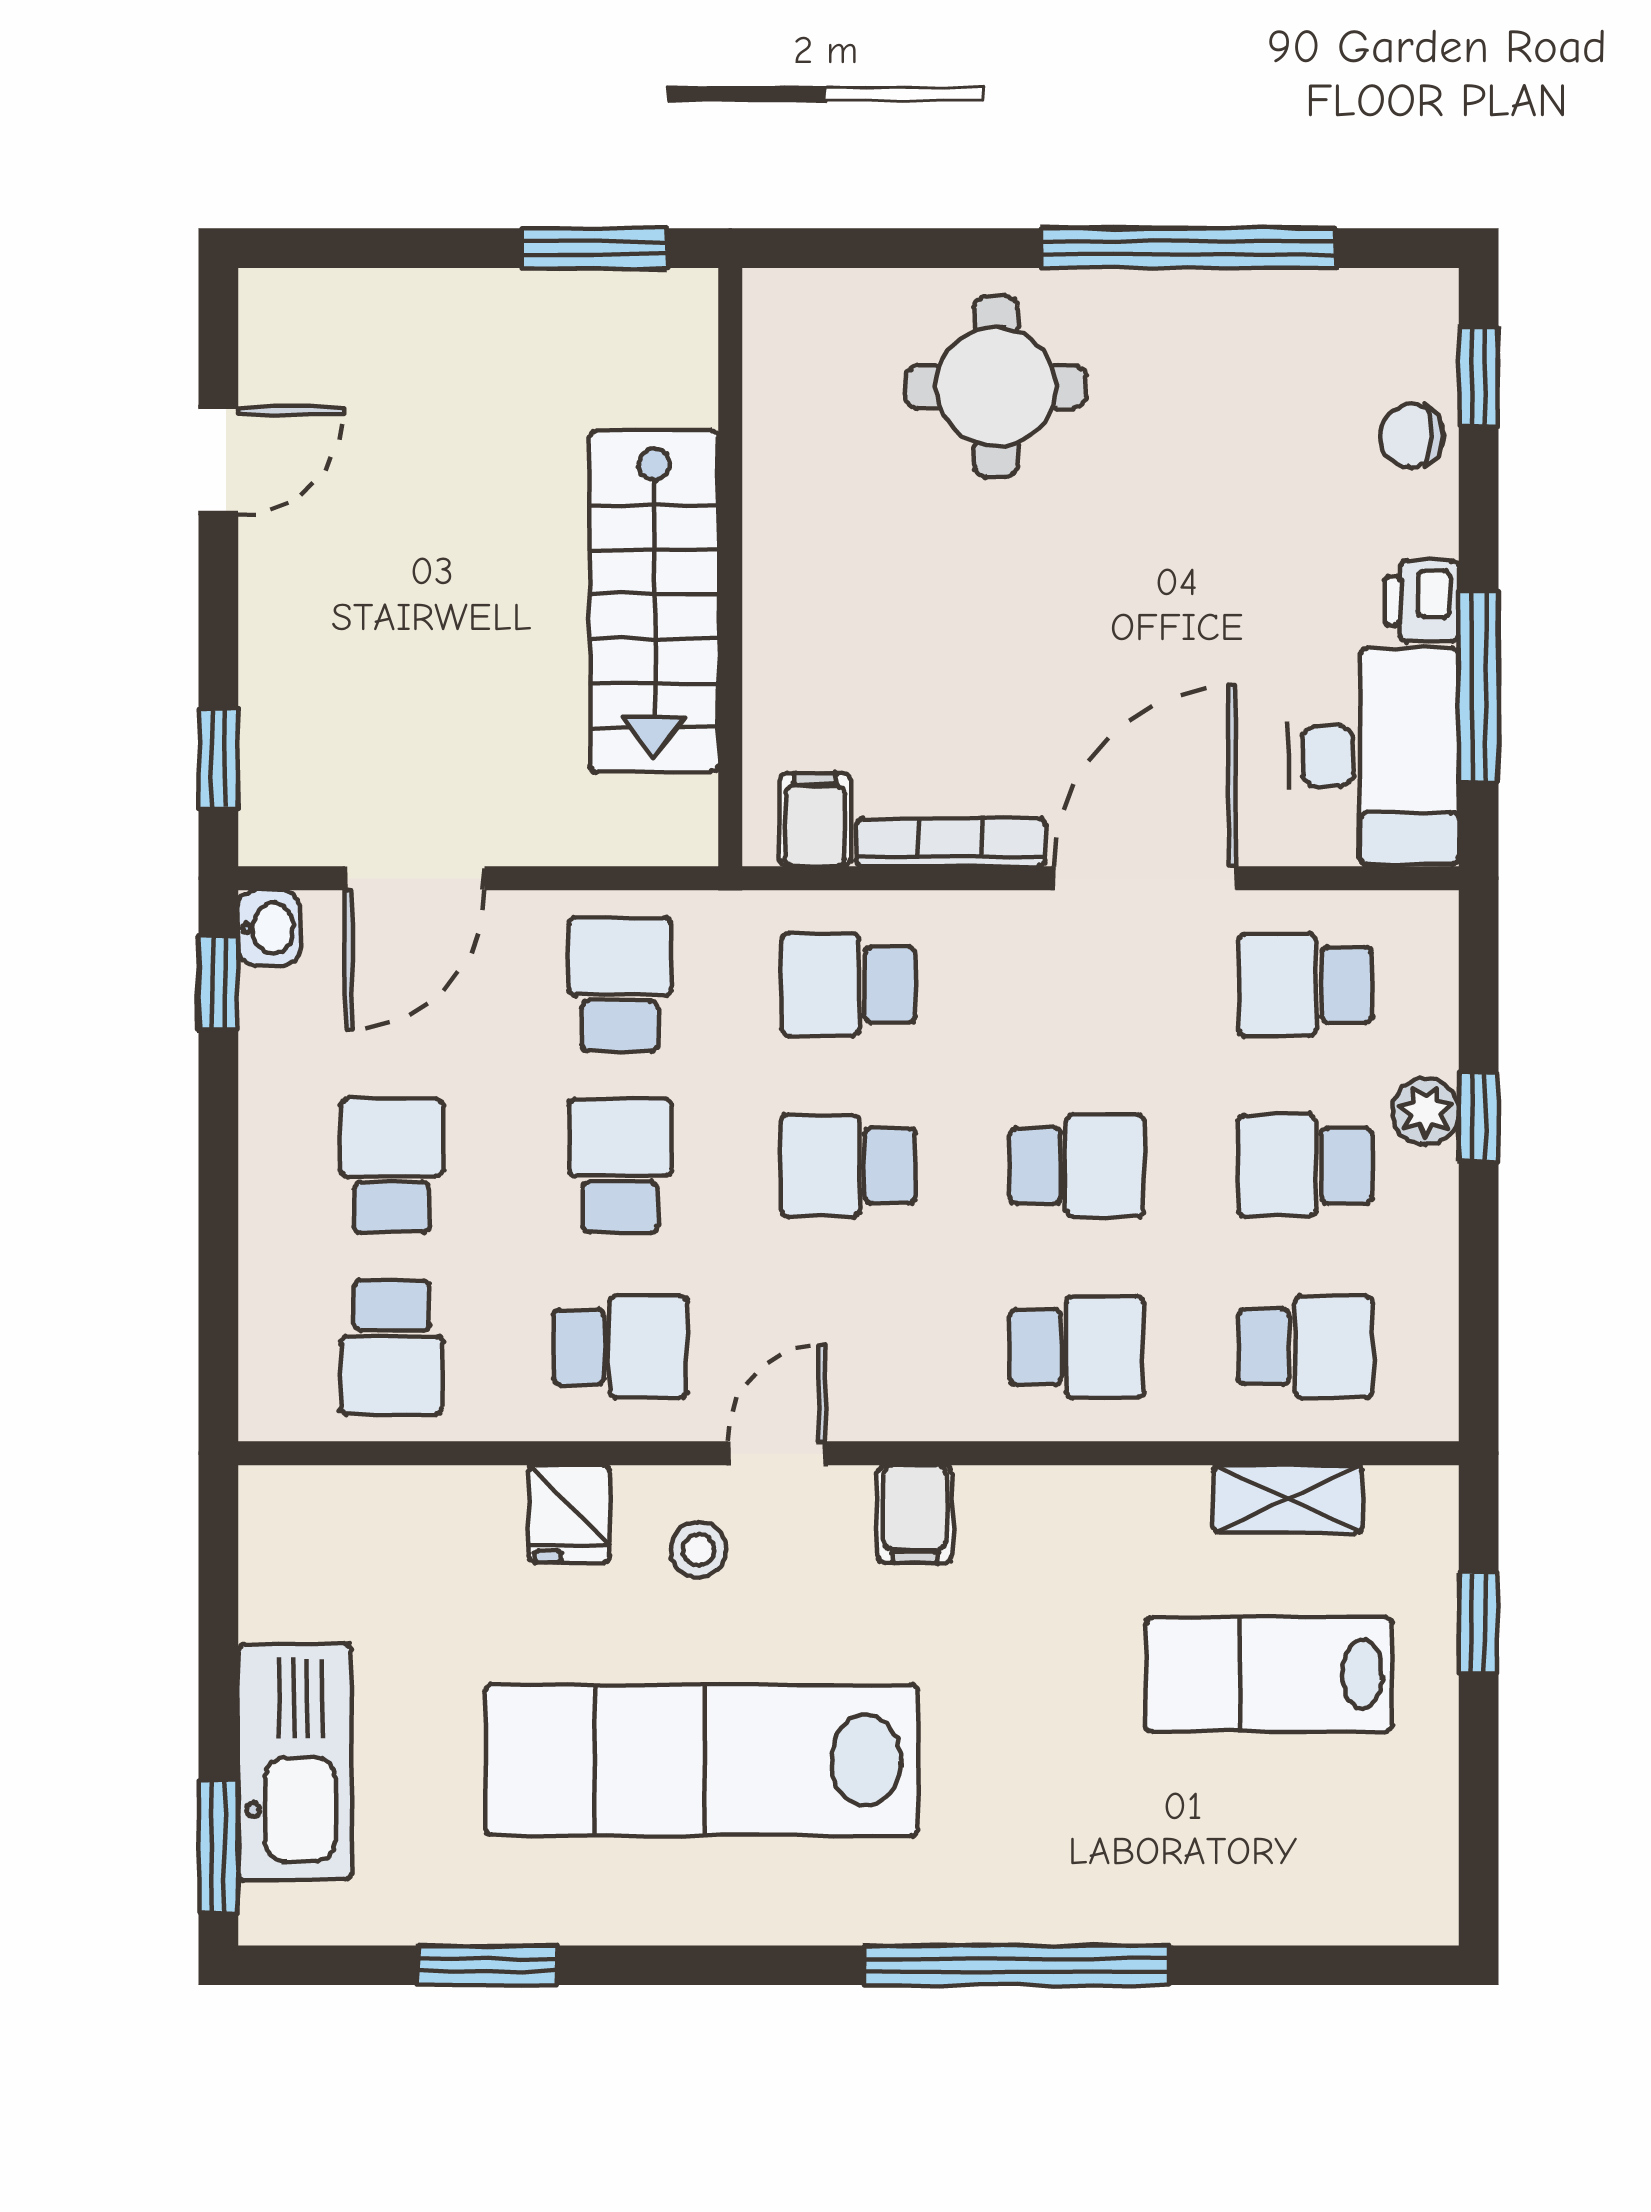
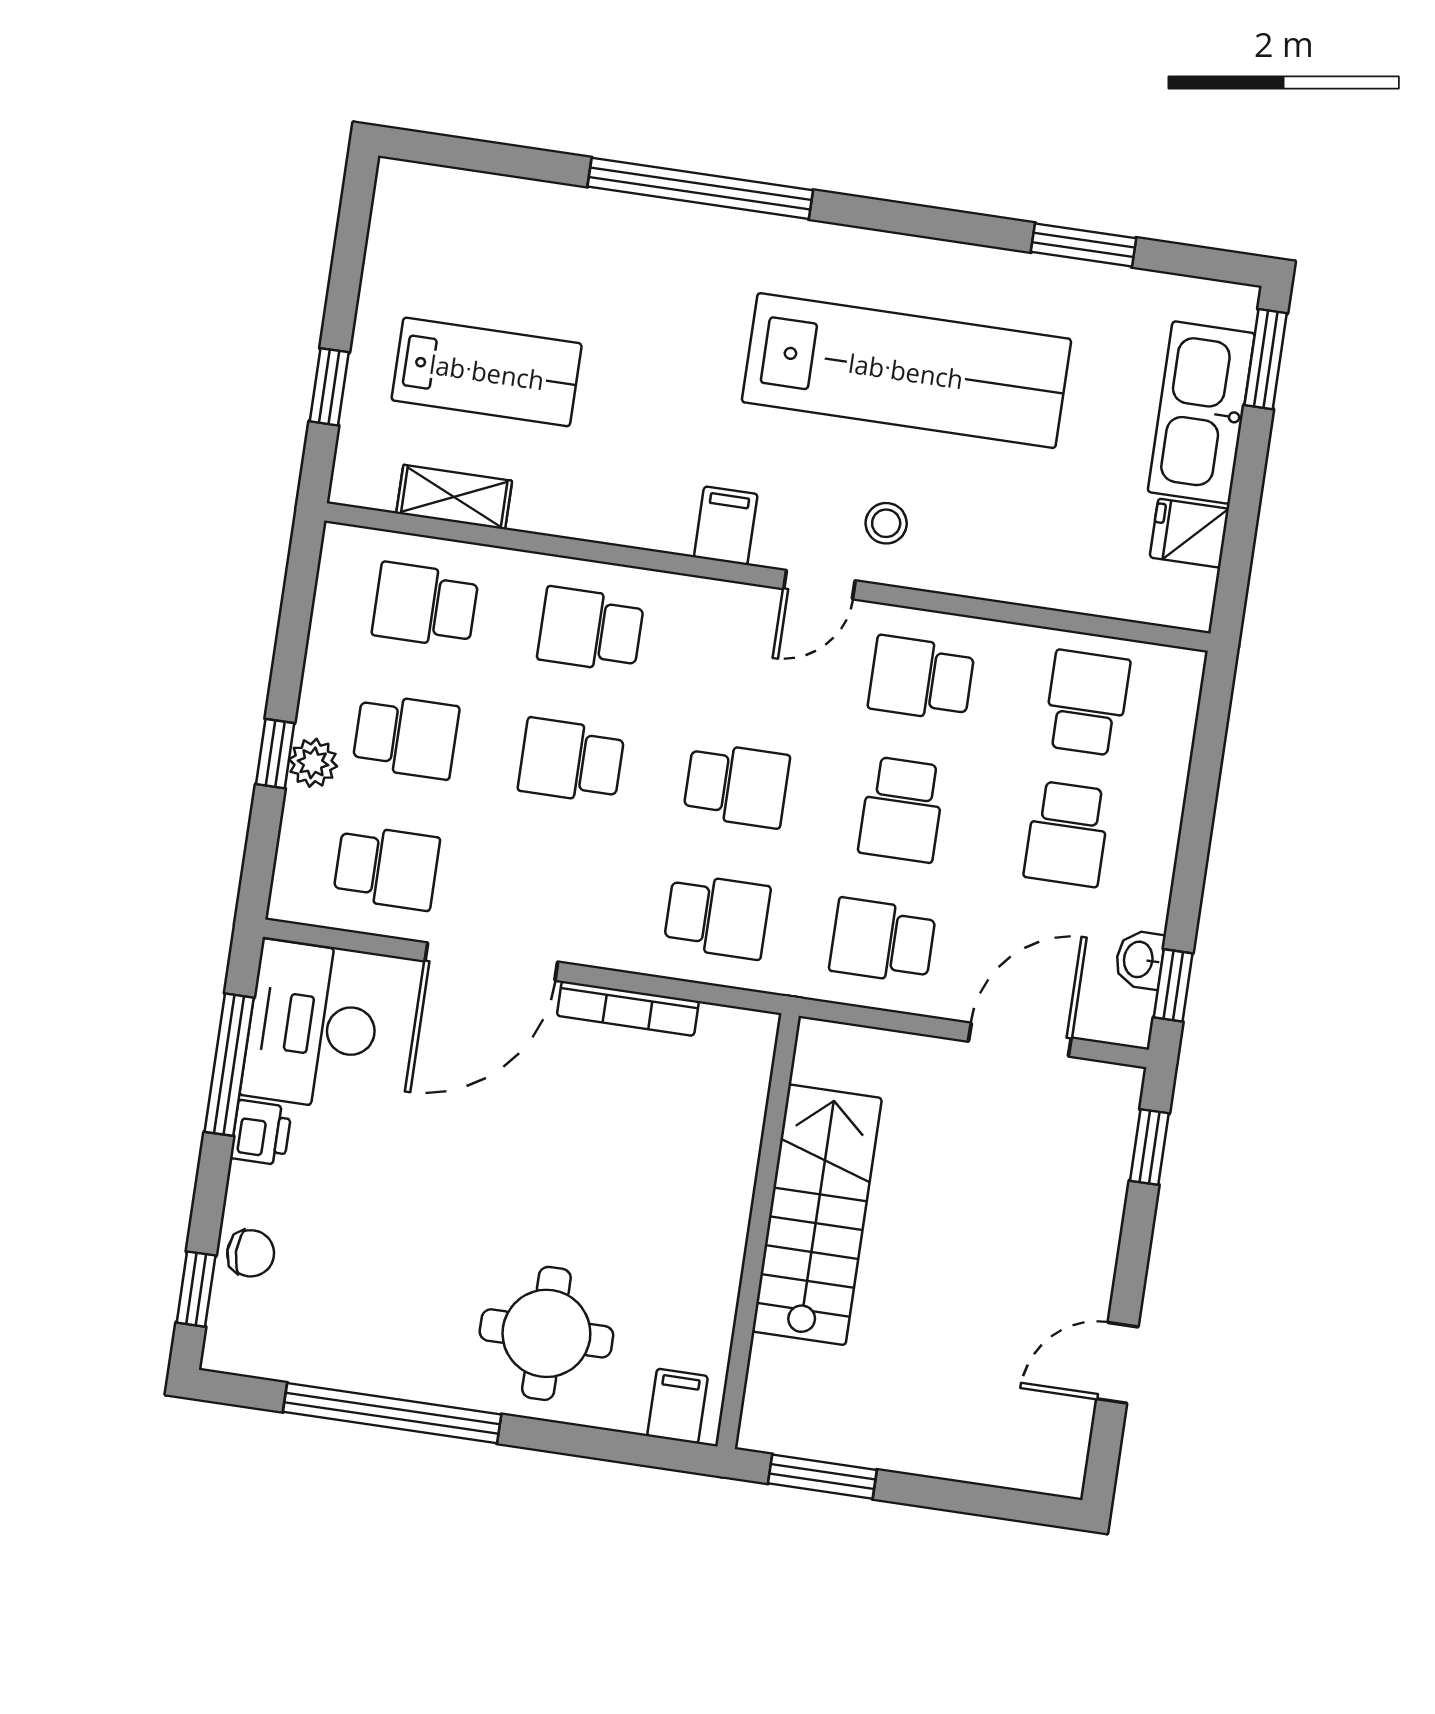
filing cabinet: (815, 820) -> (678, 1406), moved, turned 180
washbasin: (269, 928) -> (1140, 960), moved
school desk: (620, 985) -> (883, 941), turned 90
fridge: (569, 1514) -> (1189, 533), moved, turned -90

